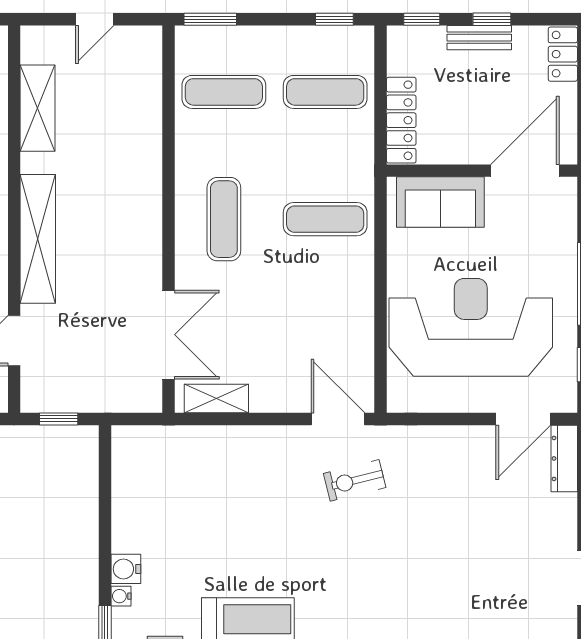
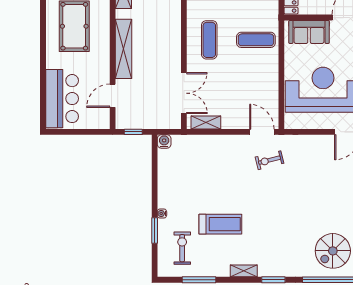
water cooler: (126, 569) -> (164, 141), moved, turned 90

